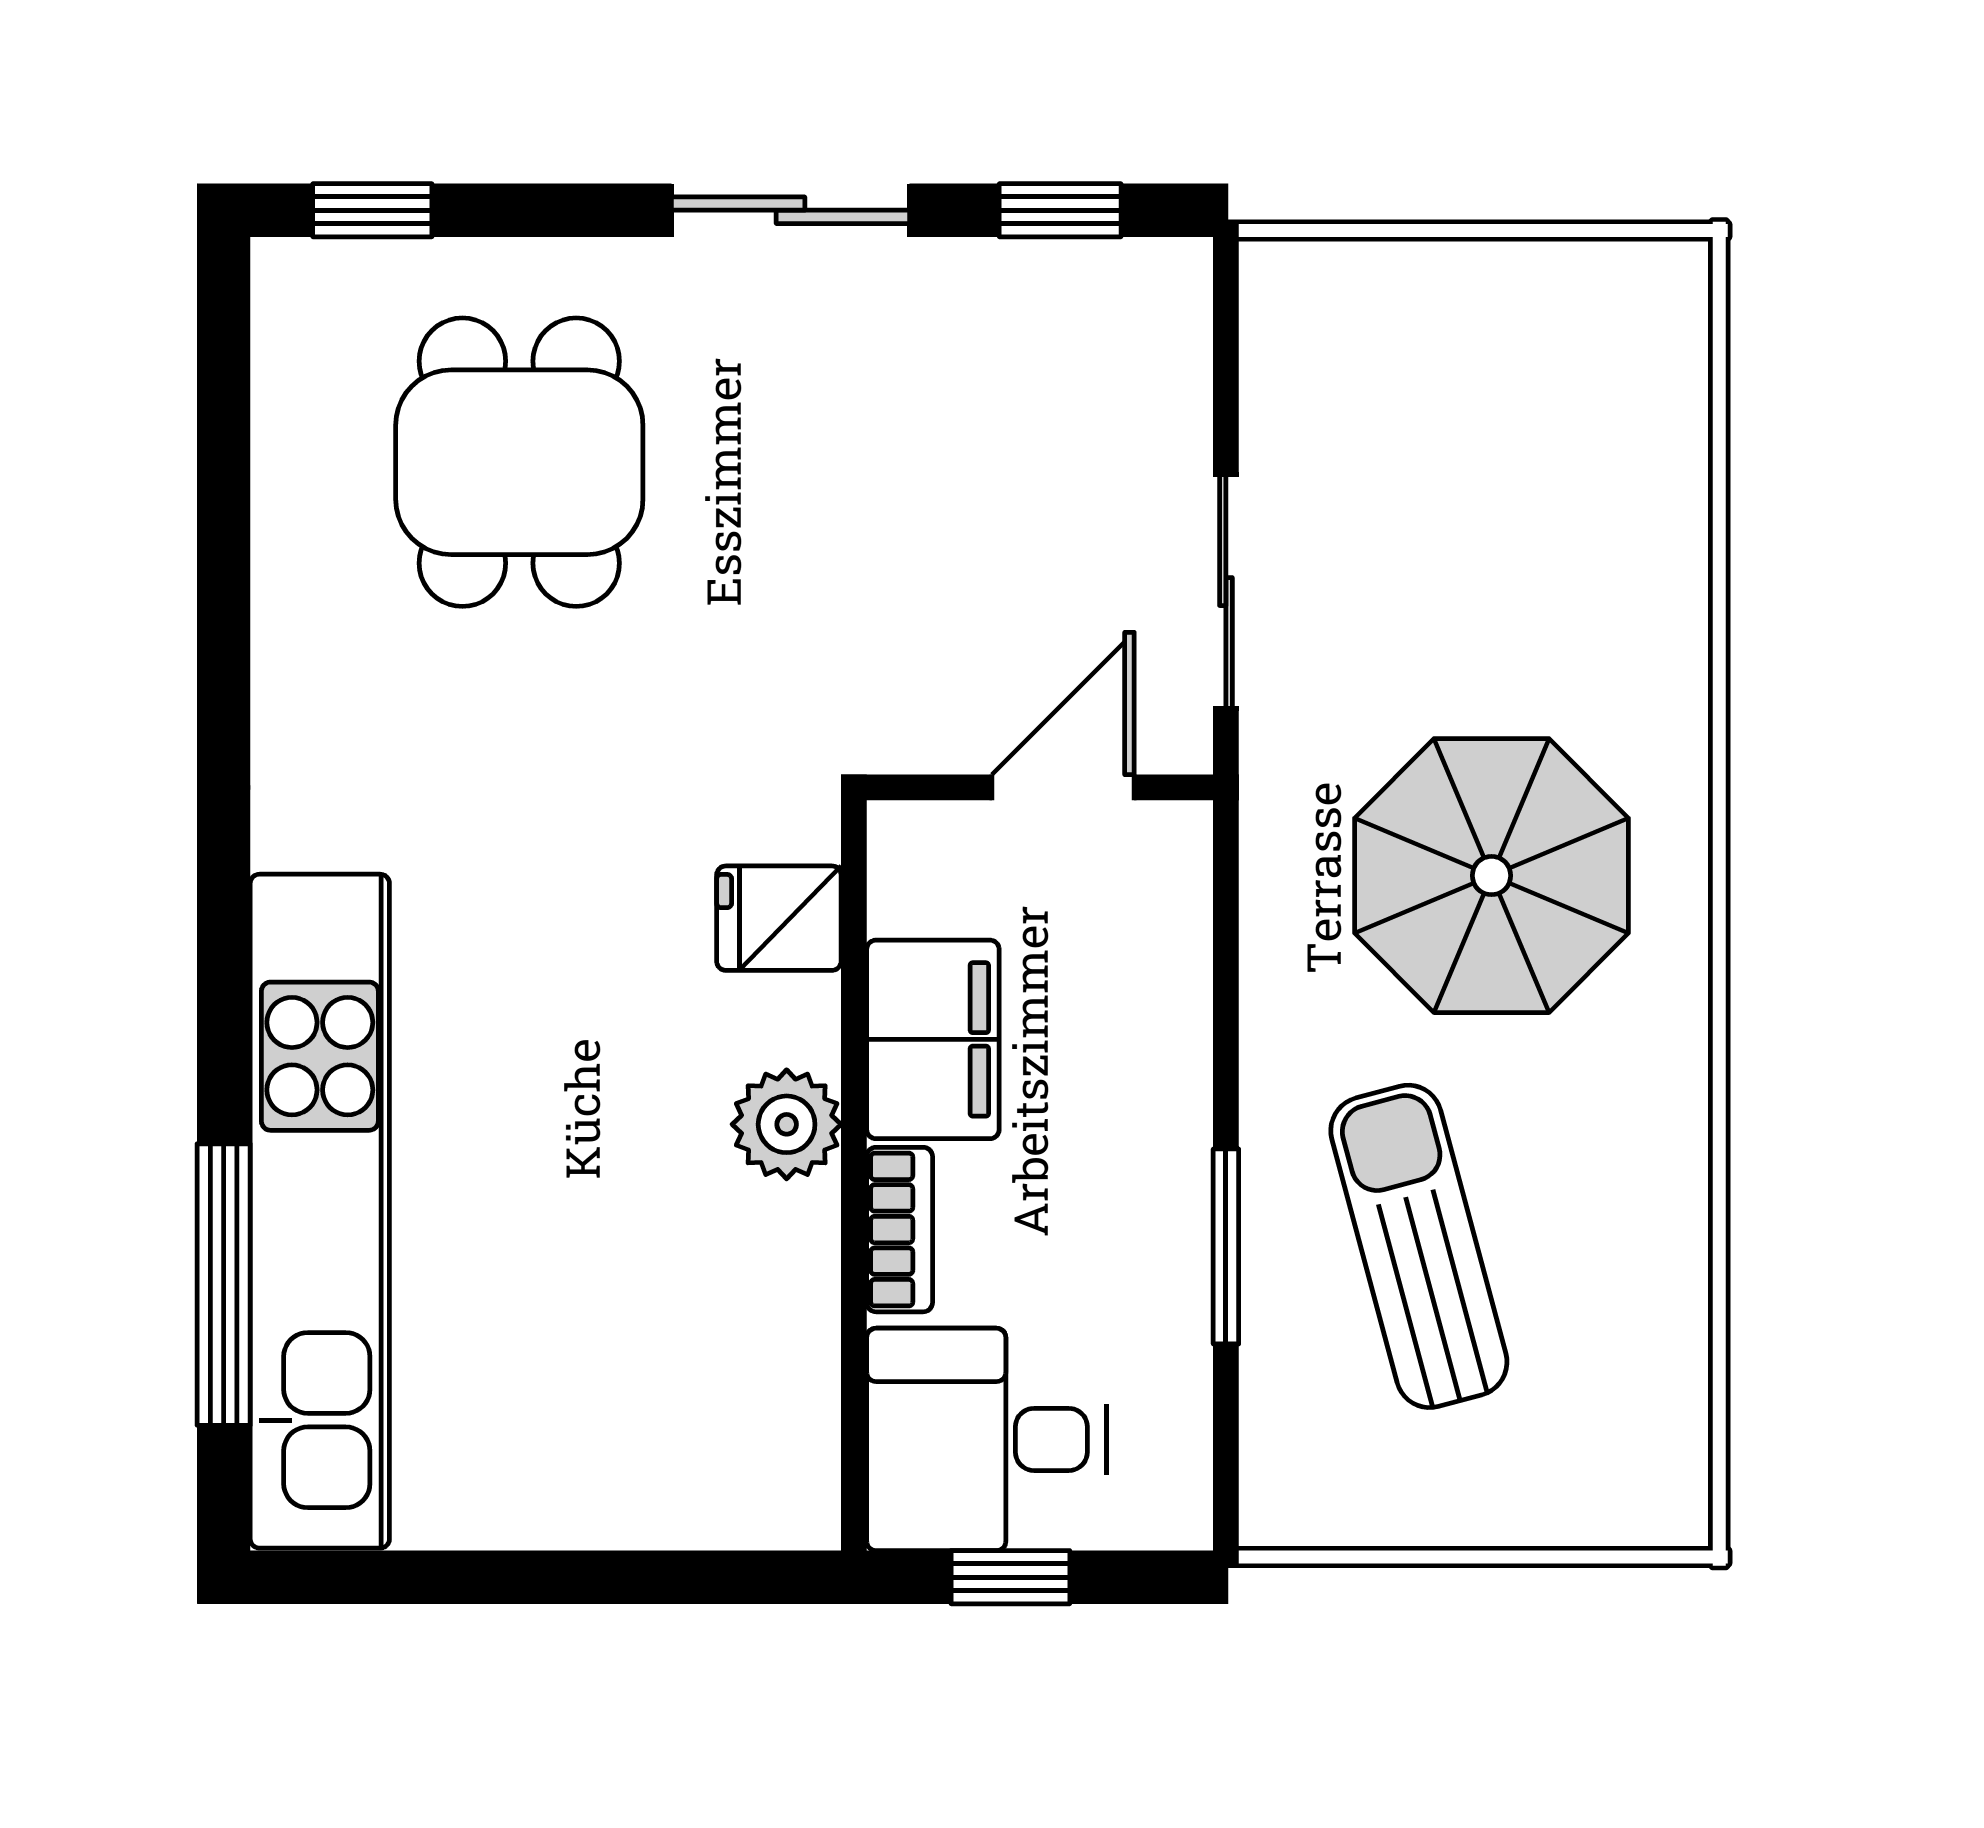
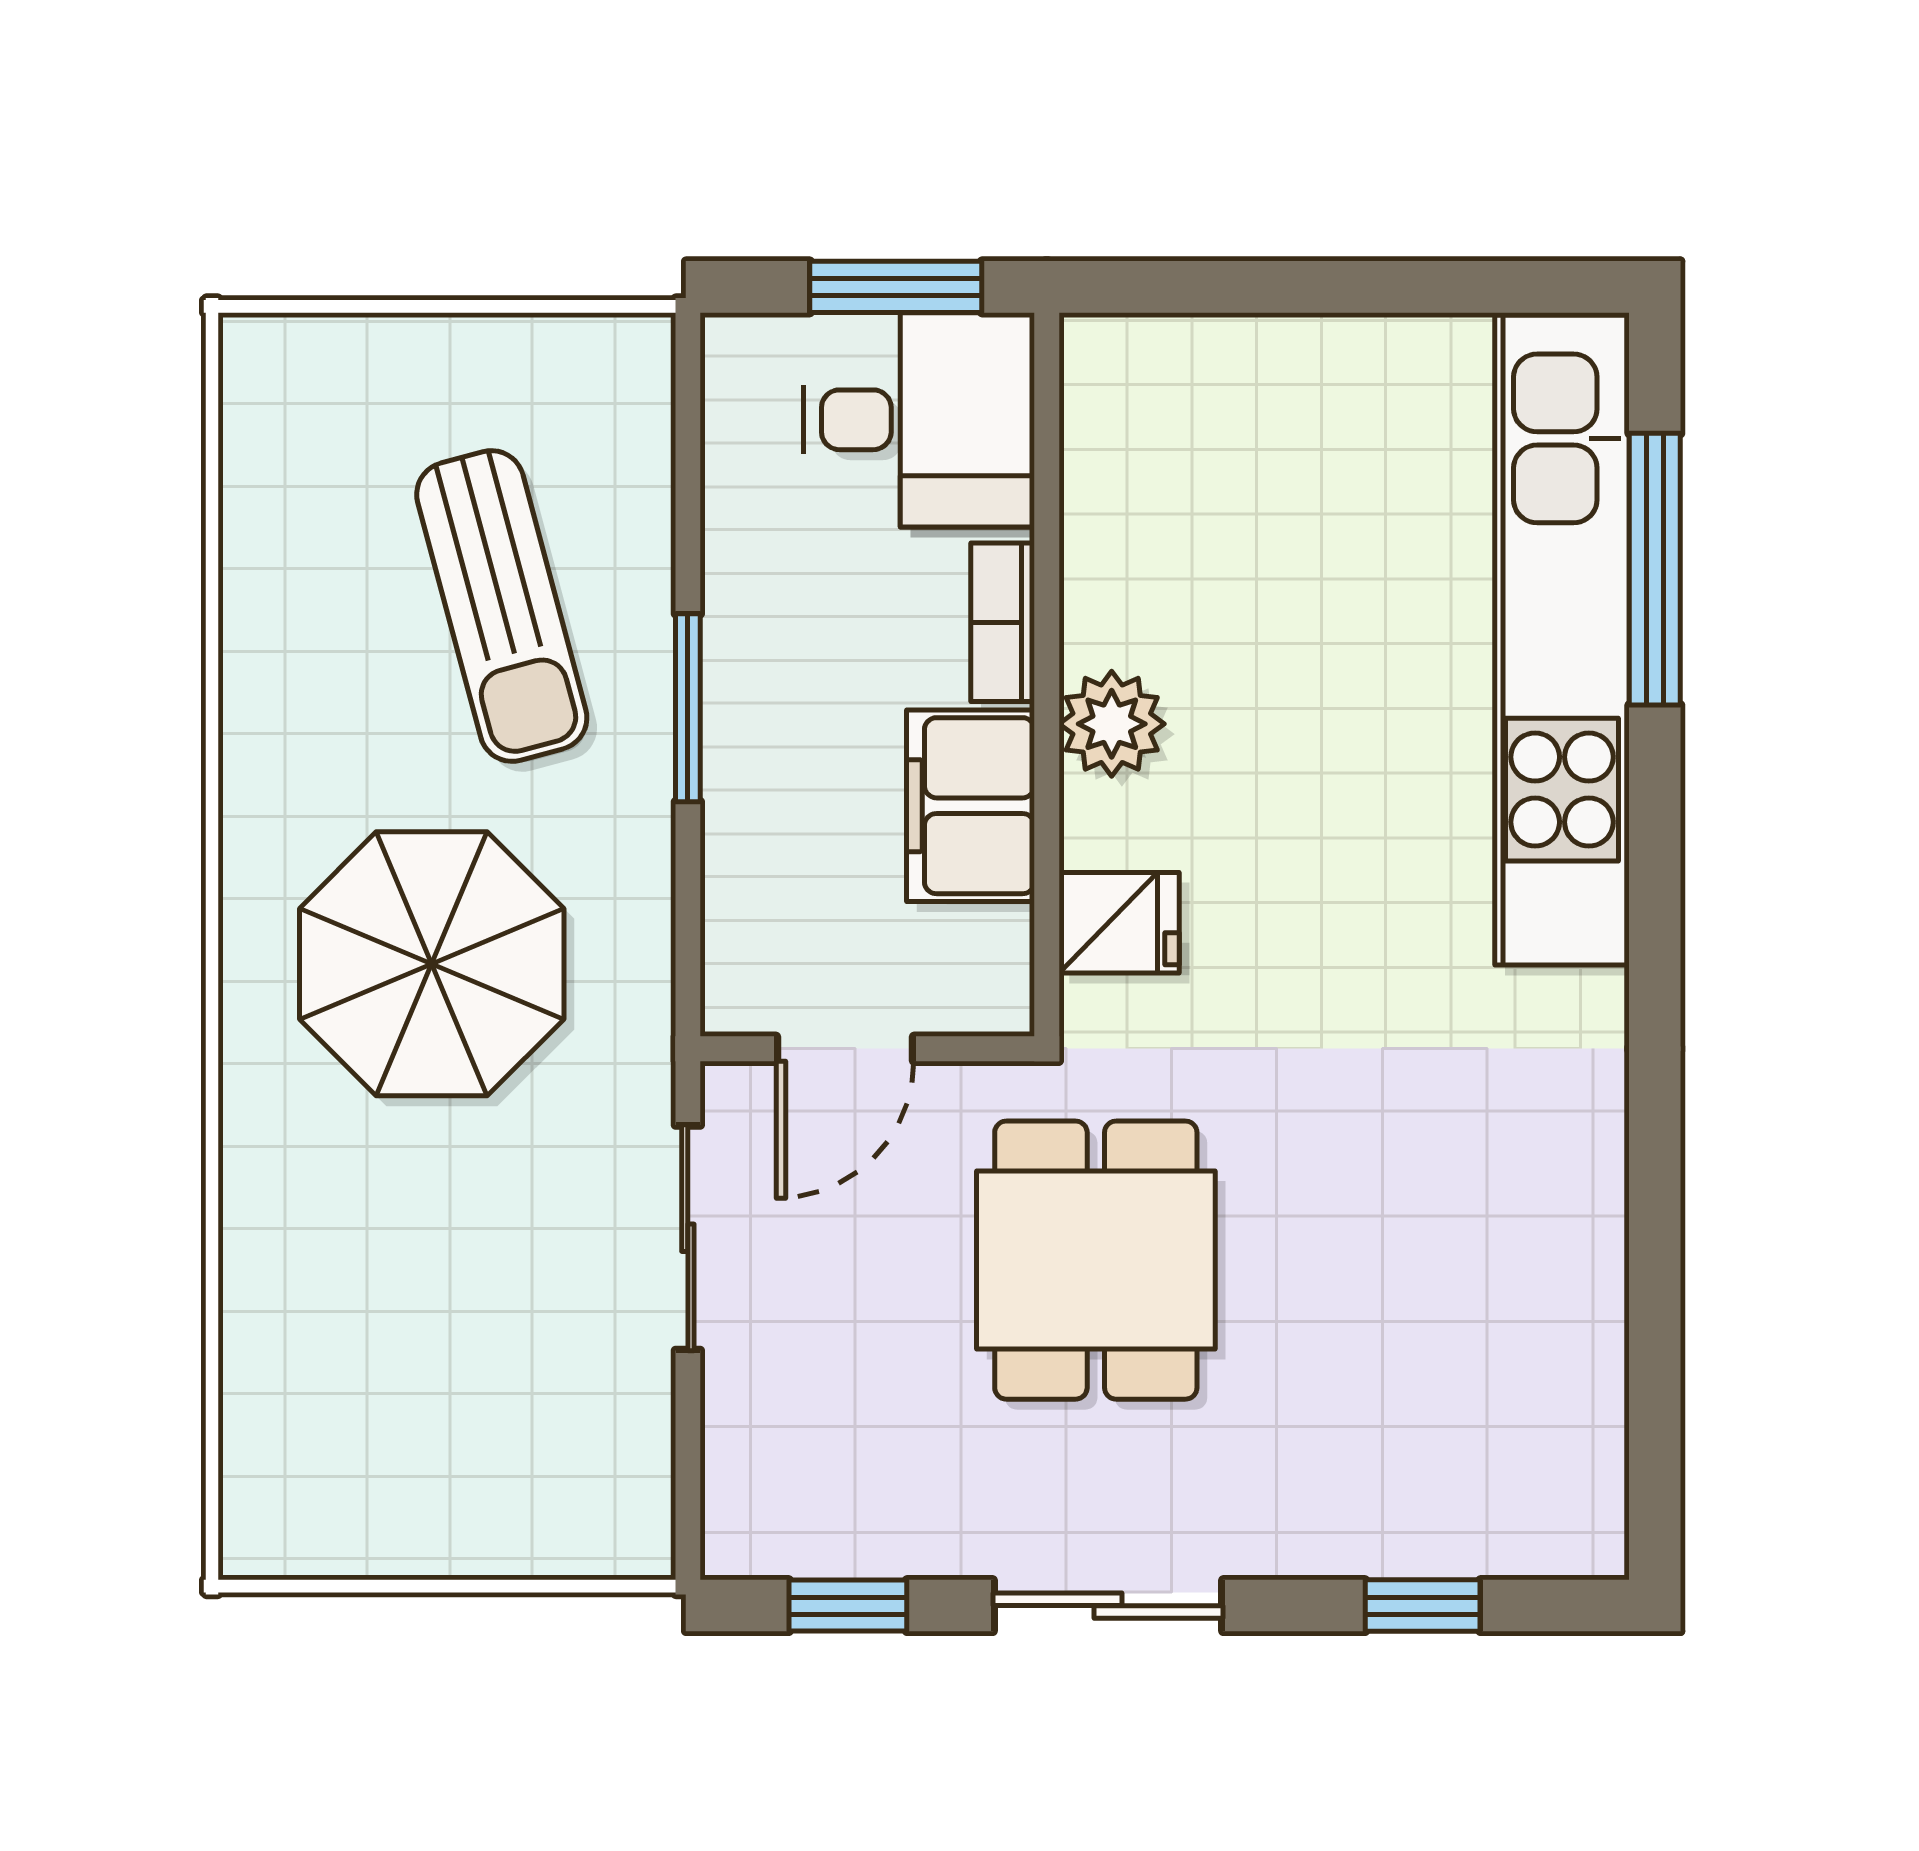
window: (372, 210) -> (1423, 1606), moved
dining table: (519, 462) -> (1096, 1260), moved
window: (1226, 1246) -> (688, 708), moved
window: (1010, 1577) -> (896, 287), width x1.50

